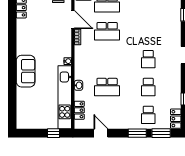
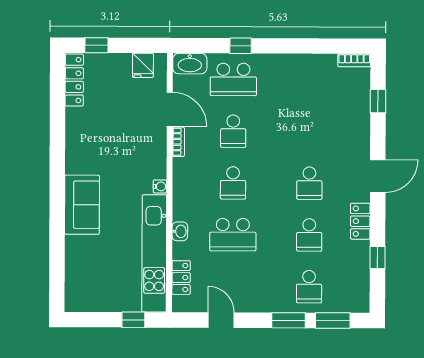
school desk: (107, 31) -> (233, 131), width x0.54
school desk: (107, 59) -> (233, 183), added
locker: (176, 119) -> (360, 221), moved

